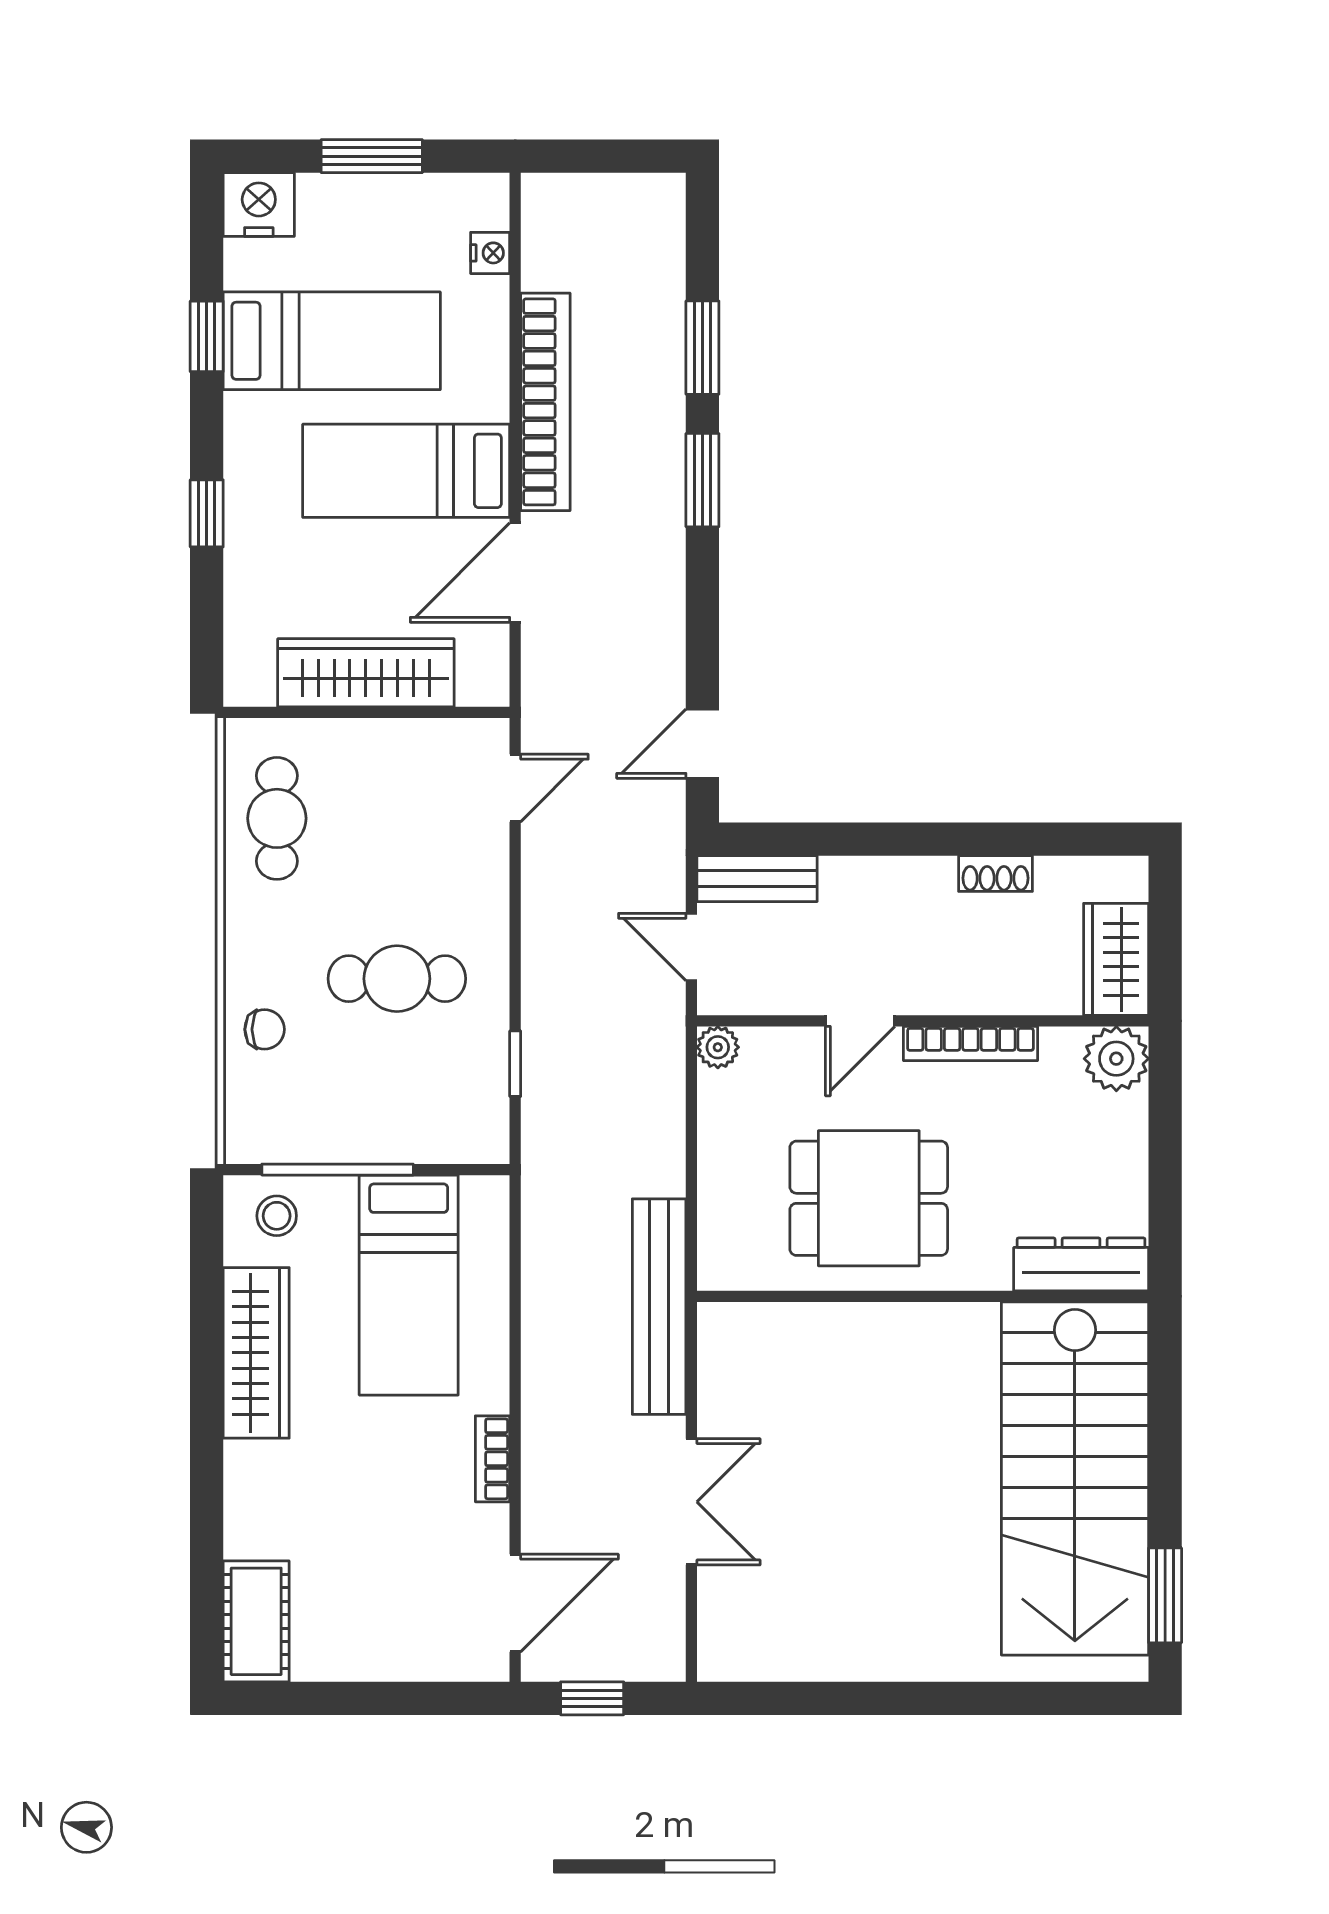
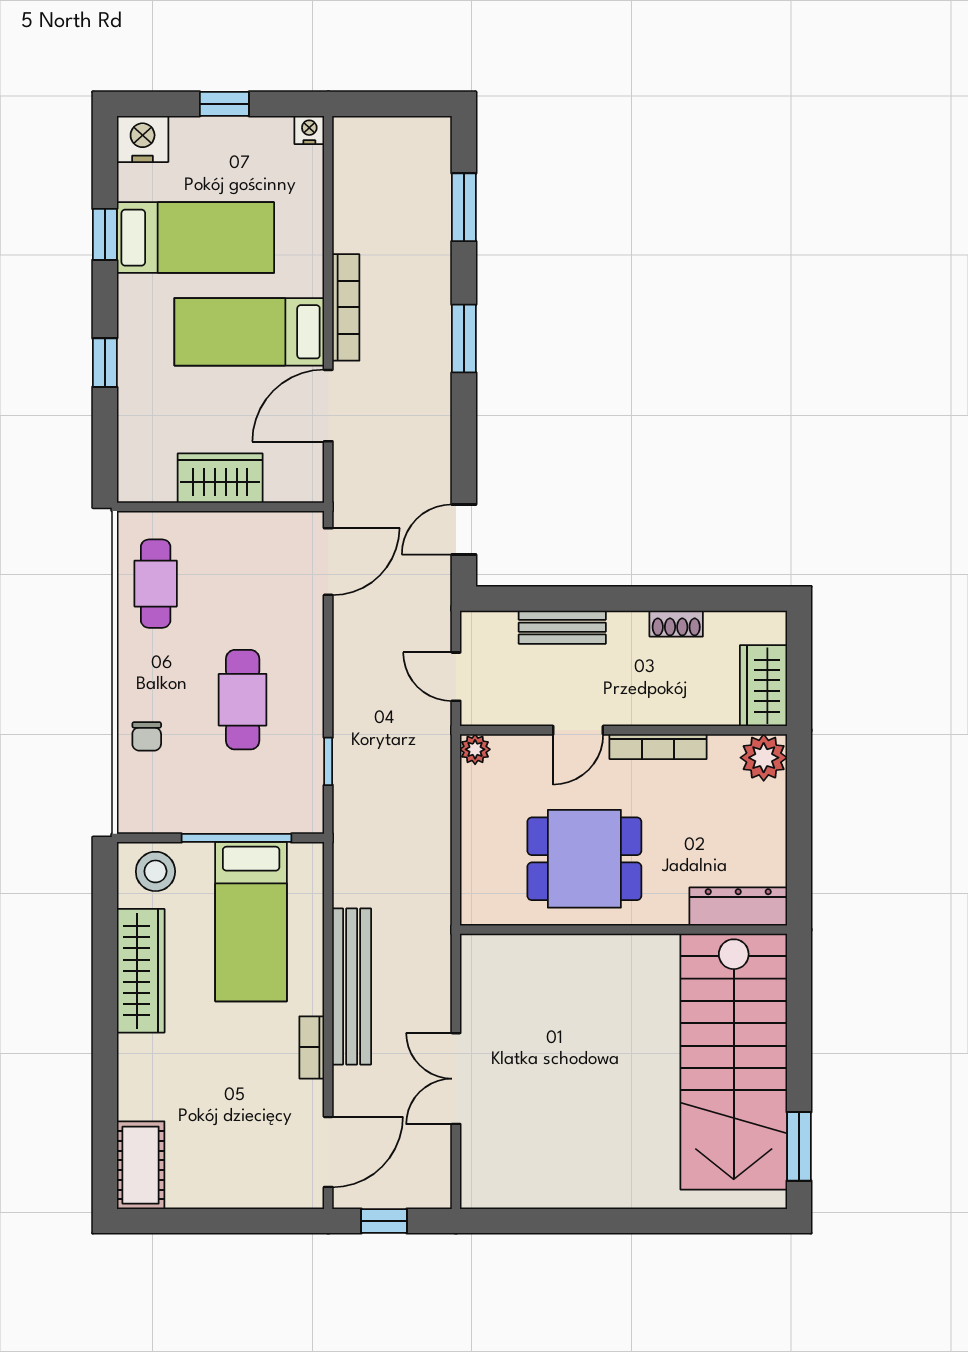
window: (372, 156) -> (224, 104), width x0.67
nightstand: (490, 253) -> (309, 130), moved, turned -90
window: (702, 348) -> (464, 207), moved
bookcase: (545, 402) -> (346, 307), width x0.68, depth x0.76
wardrobe: (366, 673) -> (220, 478), width x0.67
door: (515, 788) -> (328, 562), width x1.38
bench: (757, 879) -> (562, 627), moved
cafe table: (397, 979) -> (243, 700), turned 90
chair: (265, 1029) -> (147, 736), turned 90
window: (338, 1170) -> (236, 838), moved
stool: (277, 1216) -> (155, 871), width x1.37, depth x1.37
bench: (659, 1307) -> (352, 987), moved
double door: (691, 1502) -> (456, 1079), swing flipped

